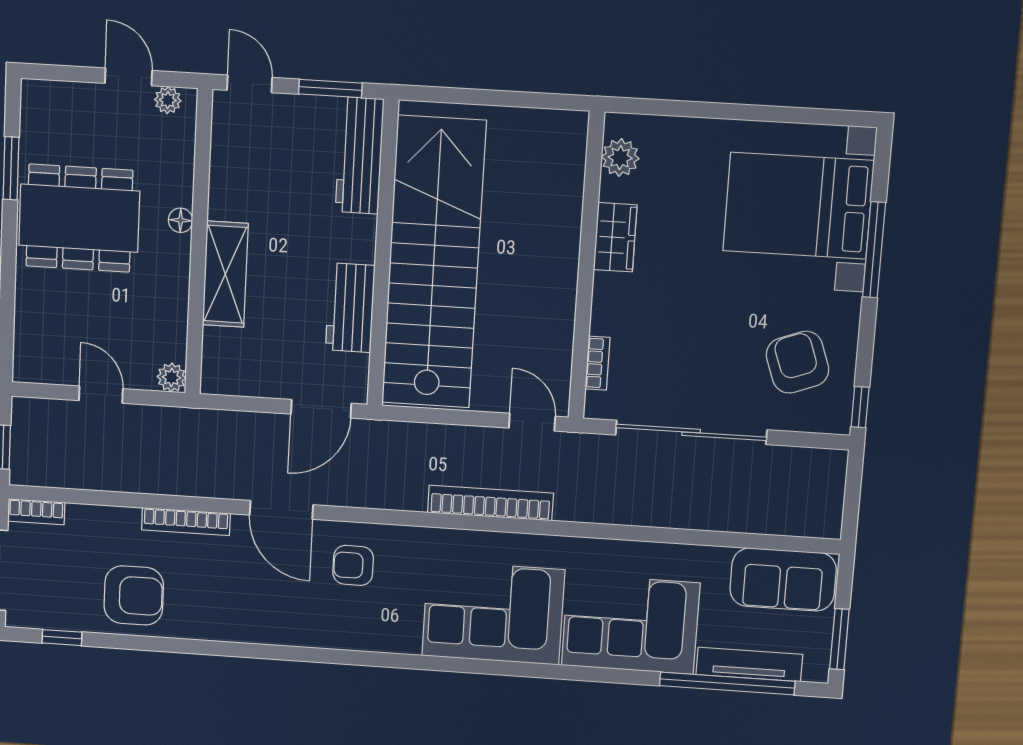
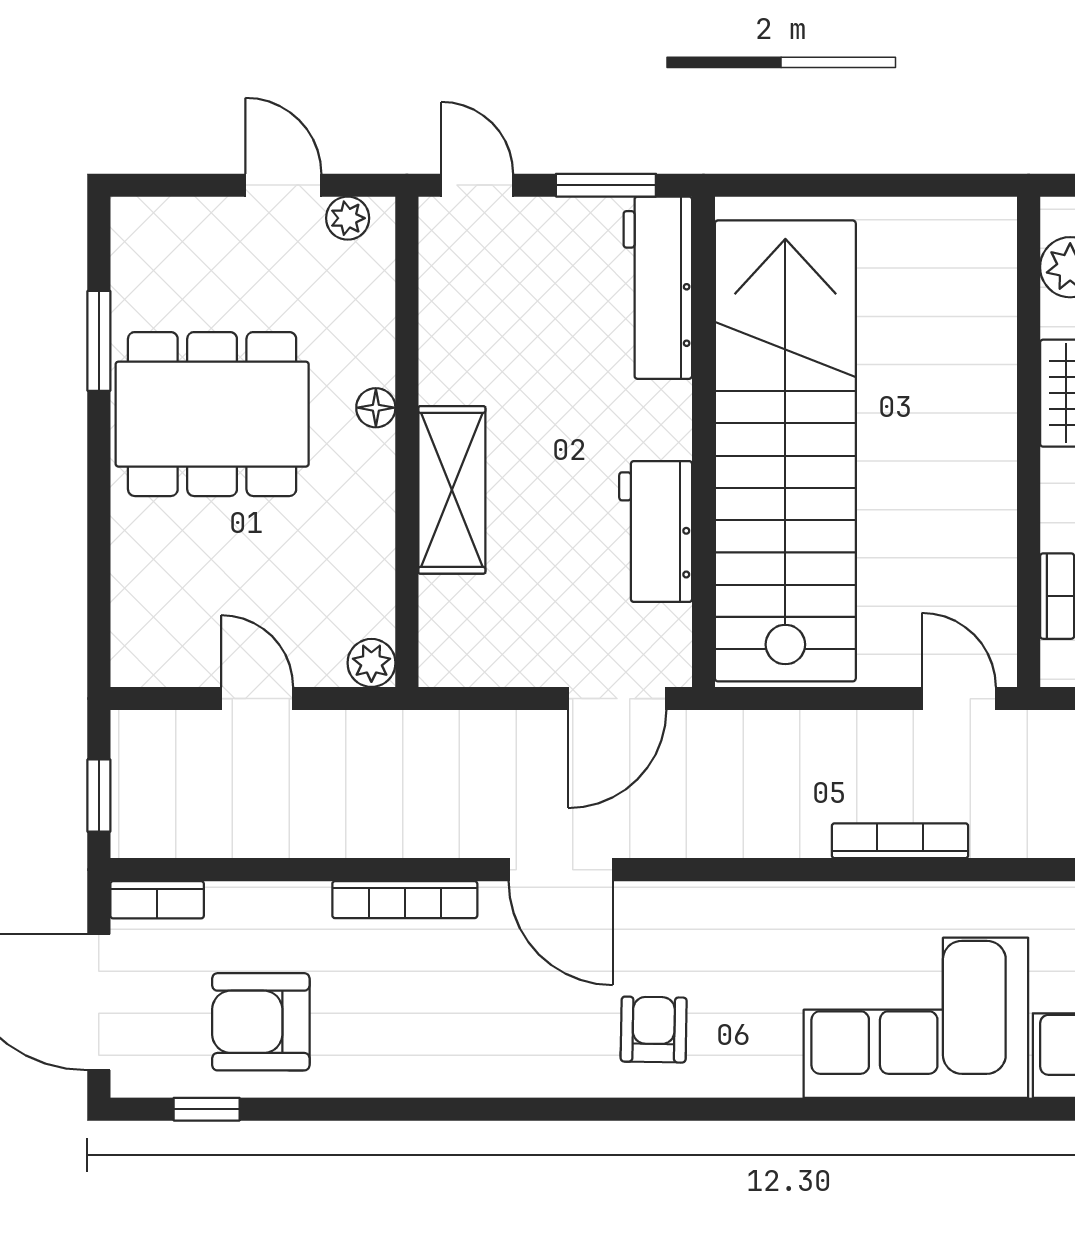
bookcase: (490, 503) -> (900, 841), width x0.68, depth x0.76
armchair: (353, 565) -> (654, 1030), moved, turned 91
armchair: (134, 595) -> (261, 1022), moved, turned 180

